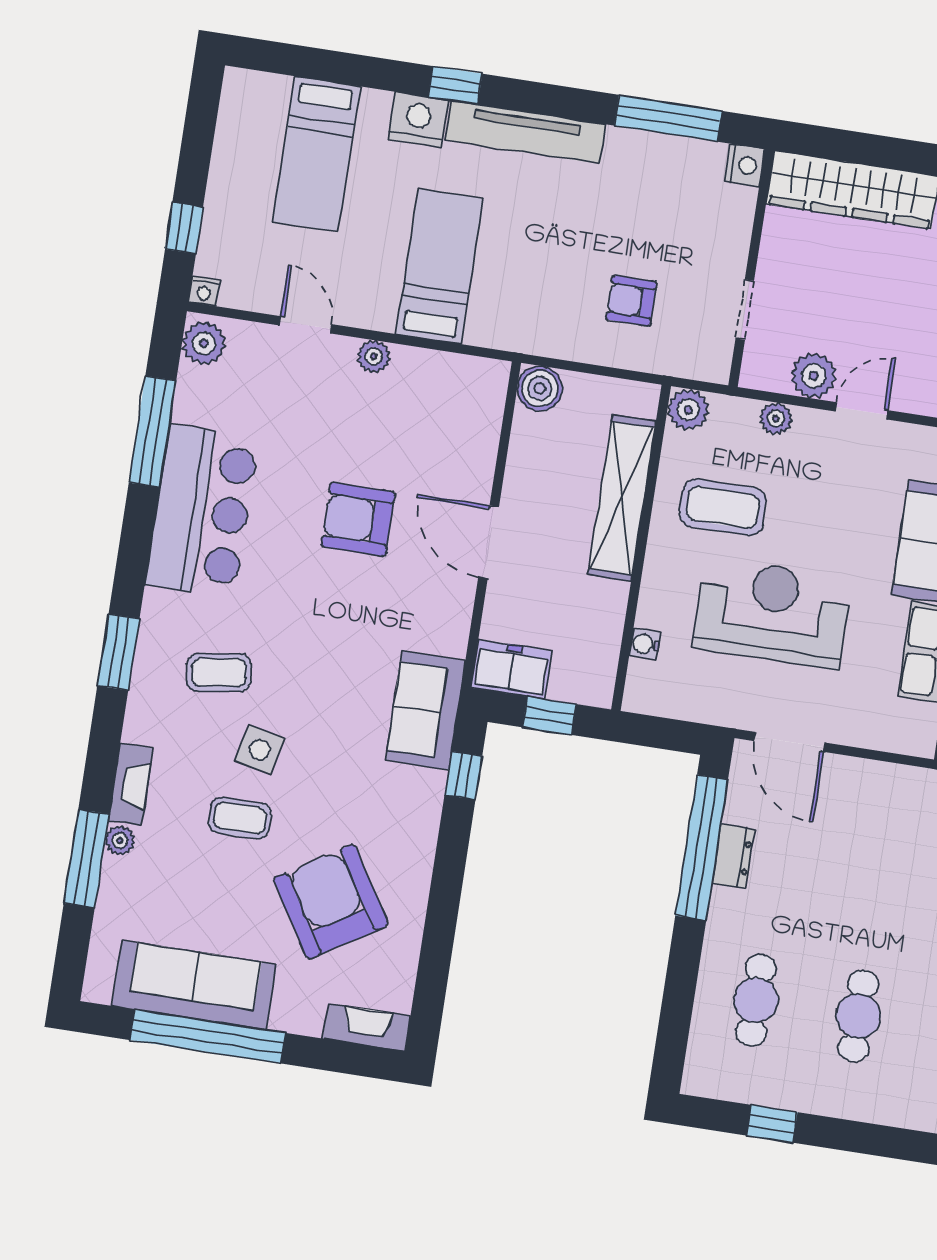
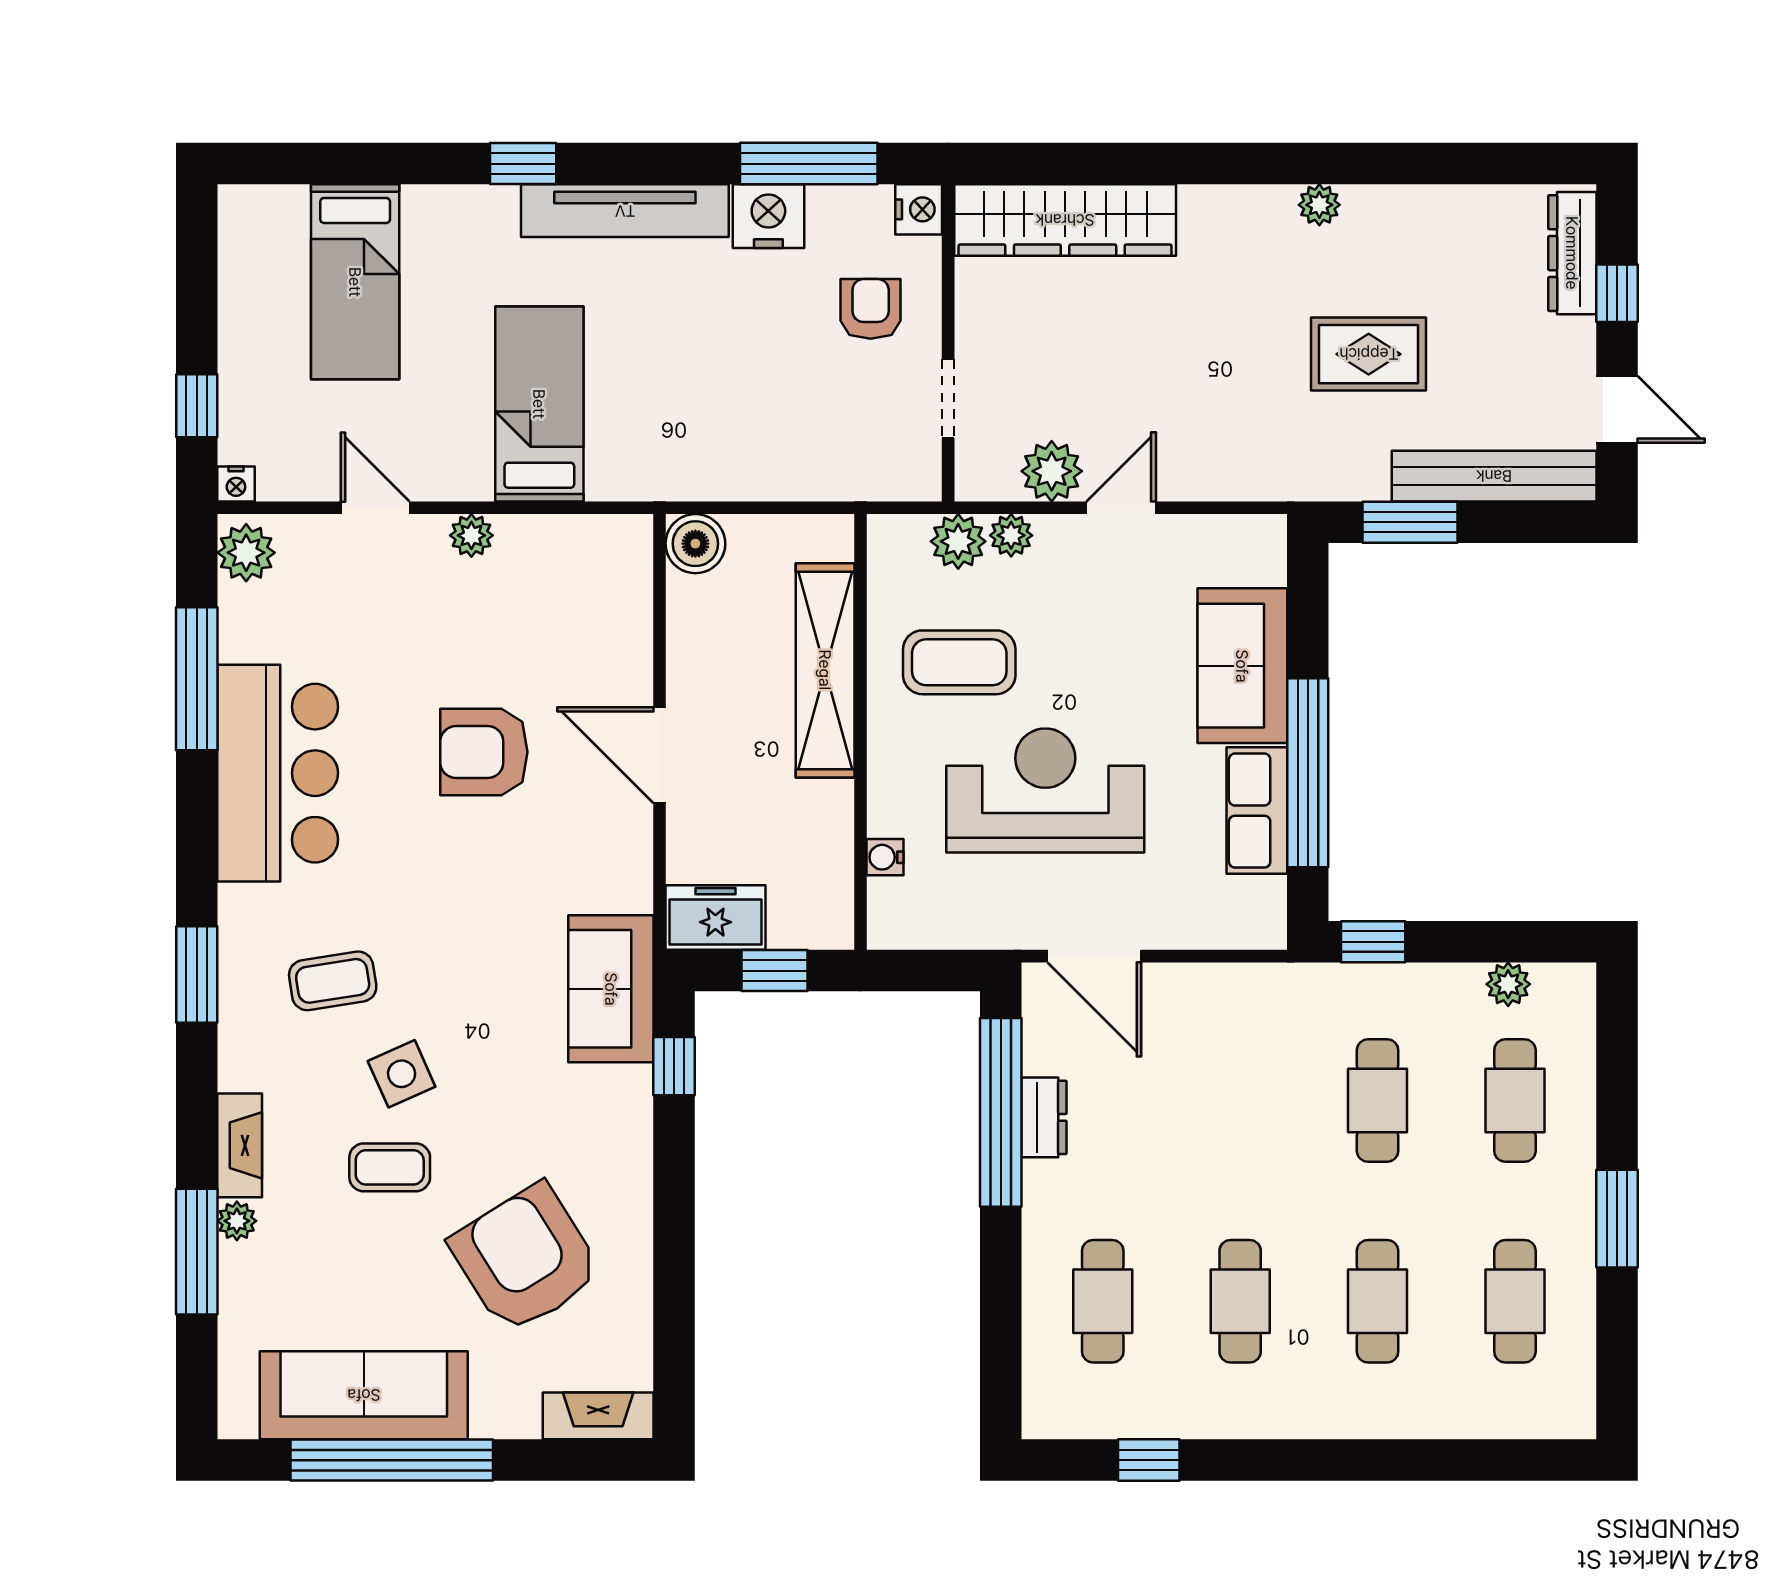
nightstand: (418, 120) -> (768, 216), moved
armchair: (631, 301) -> (871, 309), moved, turned 90
plant: (688, 410) -> (958, 541), moved
side table: (260, 750) -> (402, 1074), turned -36

